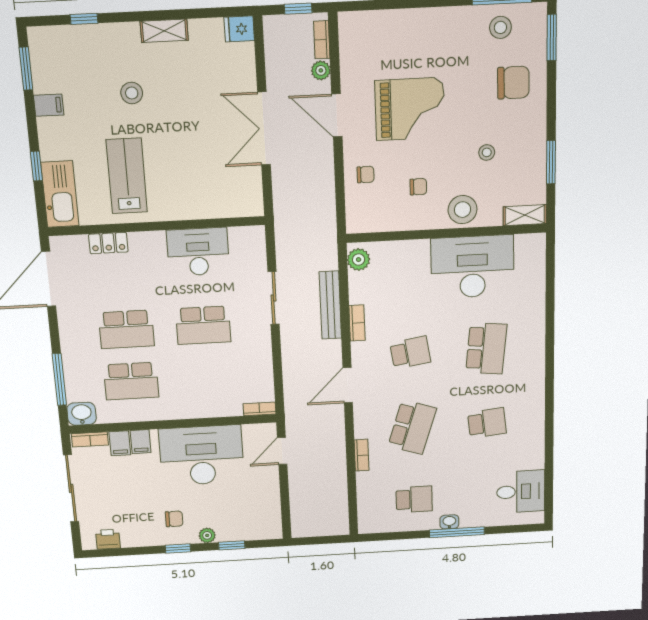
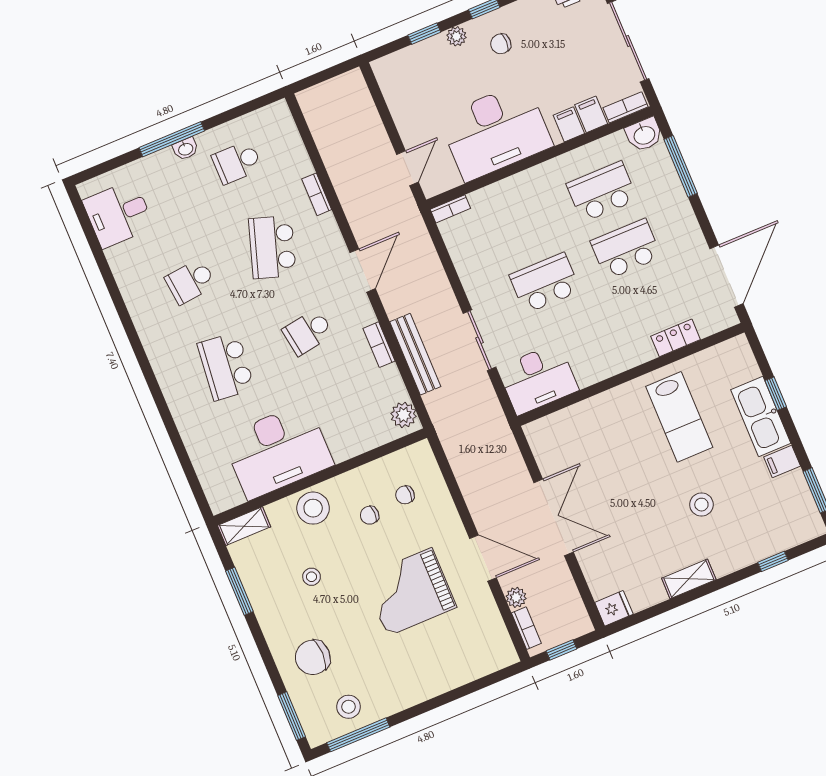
chair: (366, 175) -> (405, 495), moved
kitchen sink: (60, 194) -> (761, 416), moved
desk: (198, 252) -> (538, 379), moved

